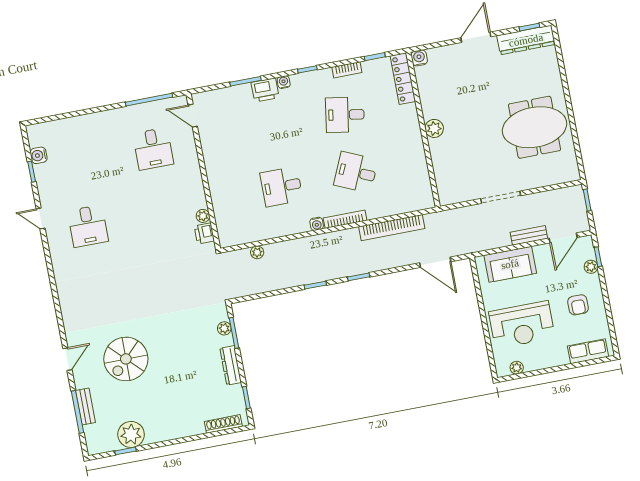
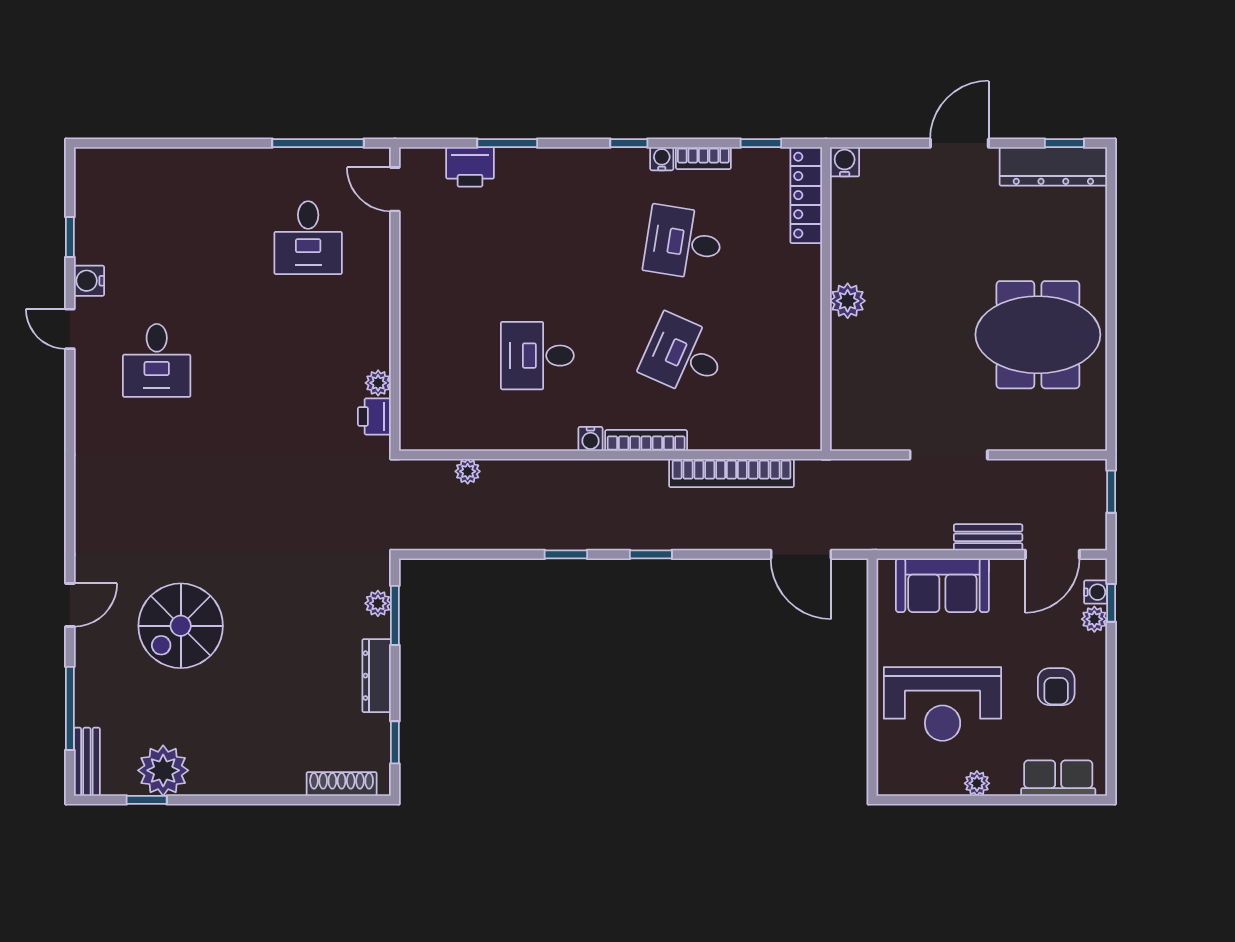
water cooler: (284, 82) -> (662, 159), moved
printer: (265, 90) -> (470, 167), moved
water cooler: (39, 155) -> (89, 281), moved
water cooler: (589, 253) -> (1096, 592), added
plant: (517, 368) -> (977, 783), moved
bench: (85, 407) -> (87, 762), moved

